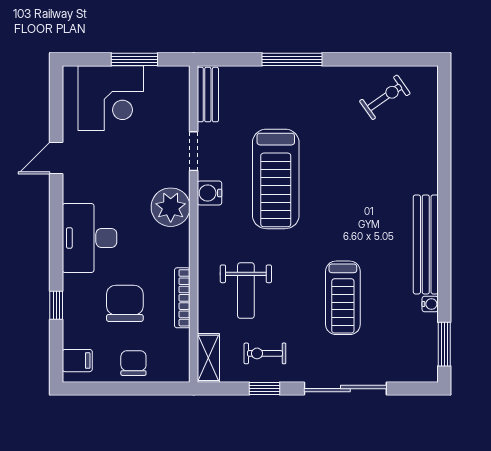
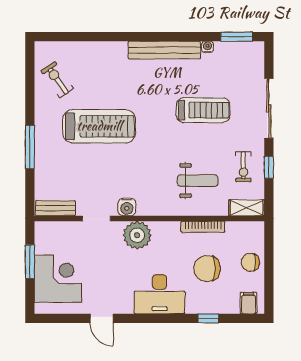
treadmill: (276, 179) -> (99, 126), moved

